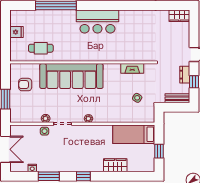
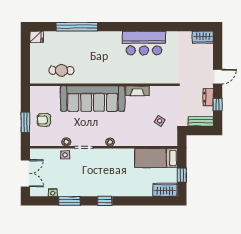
bar counter: (97, 21) -> (144, 43), moved
fridge: (17, 32) -> (37, 37), moved
fireplace: (132, 68) -> (137, 91), moved
armchair: (25, 85) -> (44, 120), moved
wardrobe: (115, 165) -> (165, 190), moved

